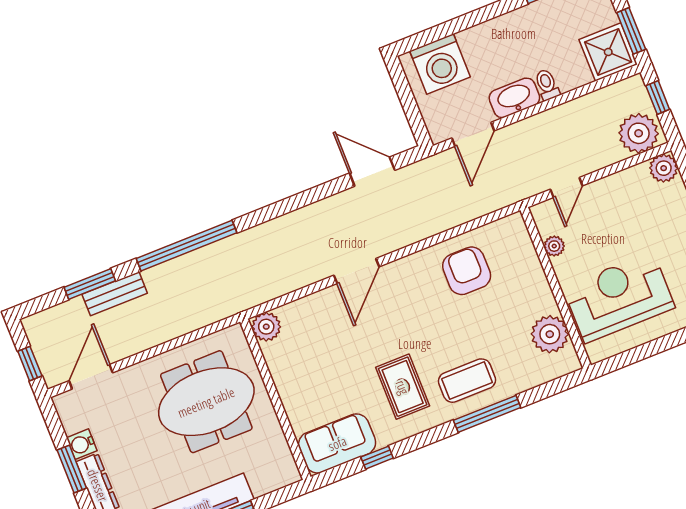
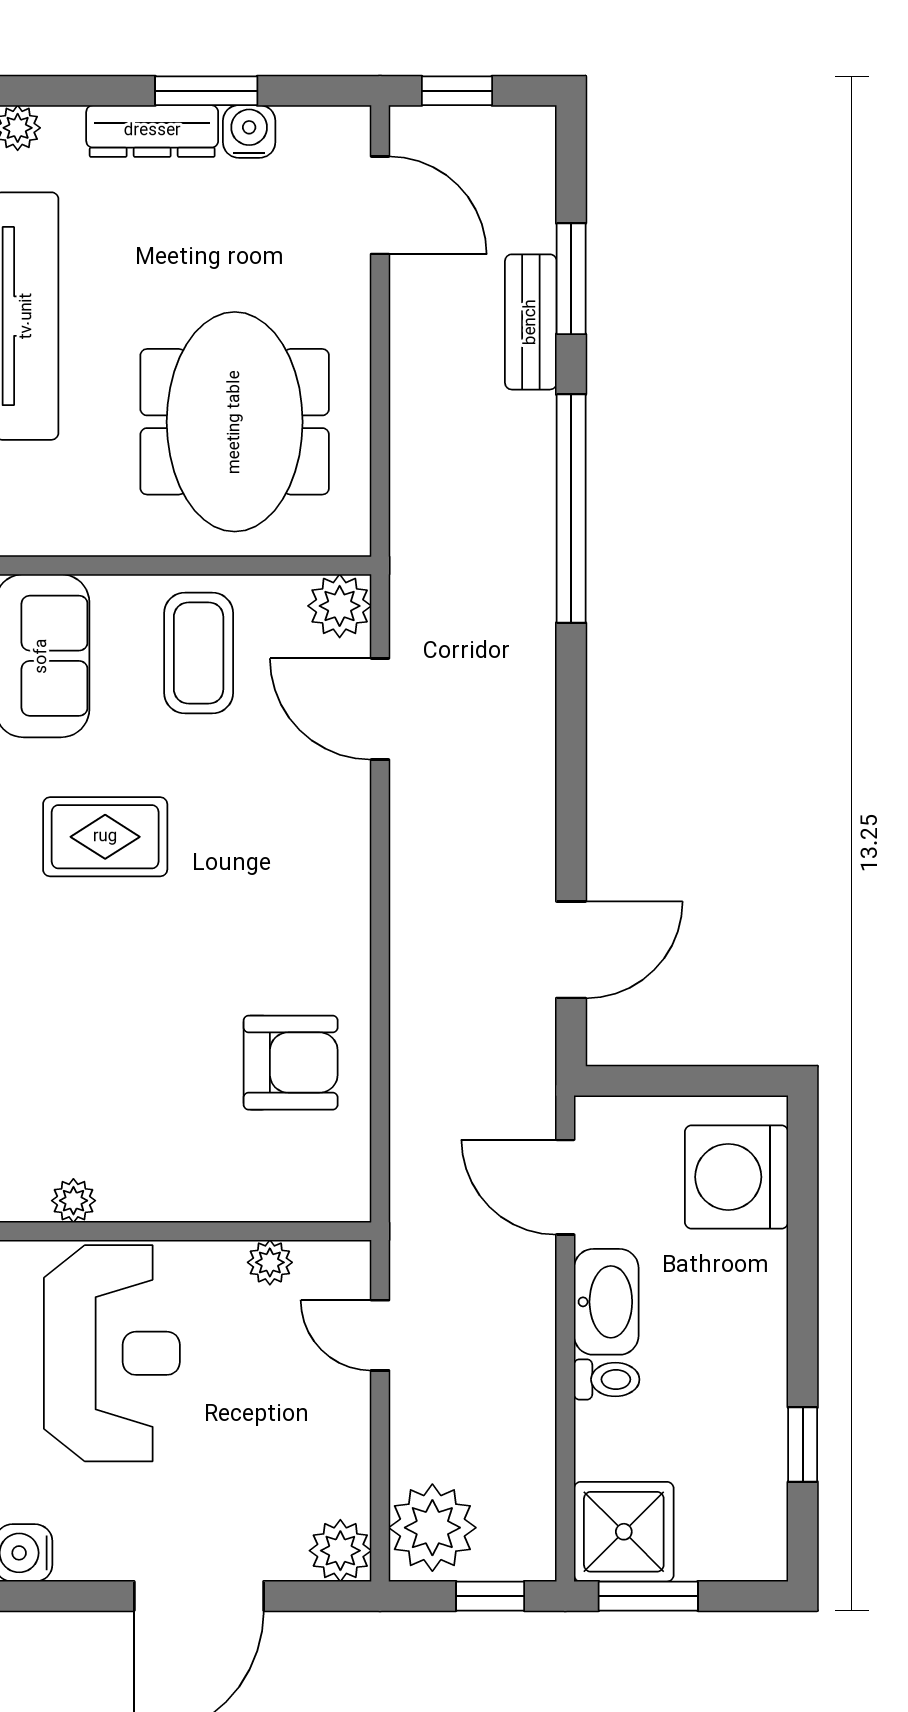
door: (357, 271) -> (380, 709), moved
plant: (550, 334) -> (73, 1201), width x0.53, depth x0.53
coffee table: (467, 381) -> (199, 653), moved

